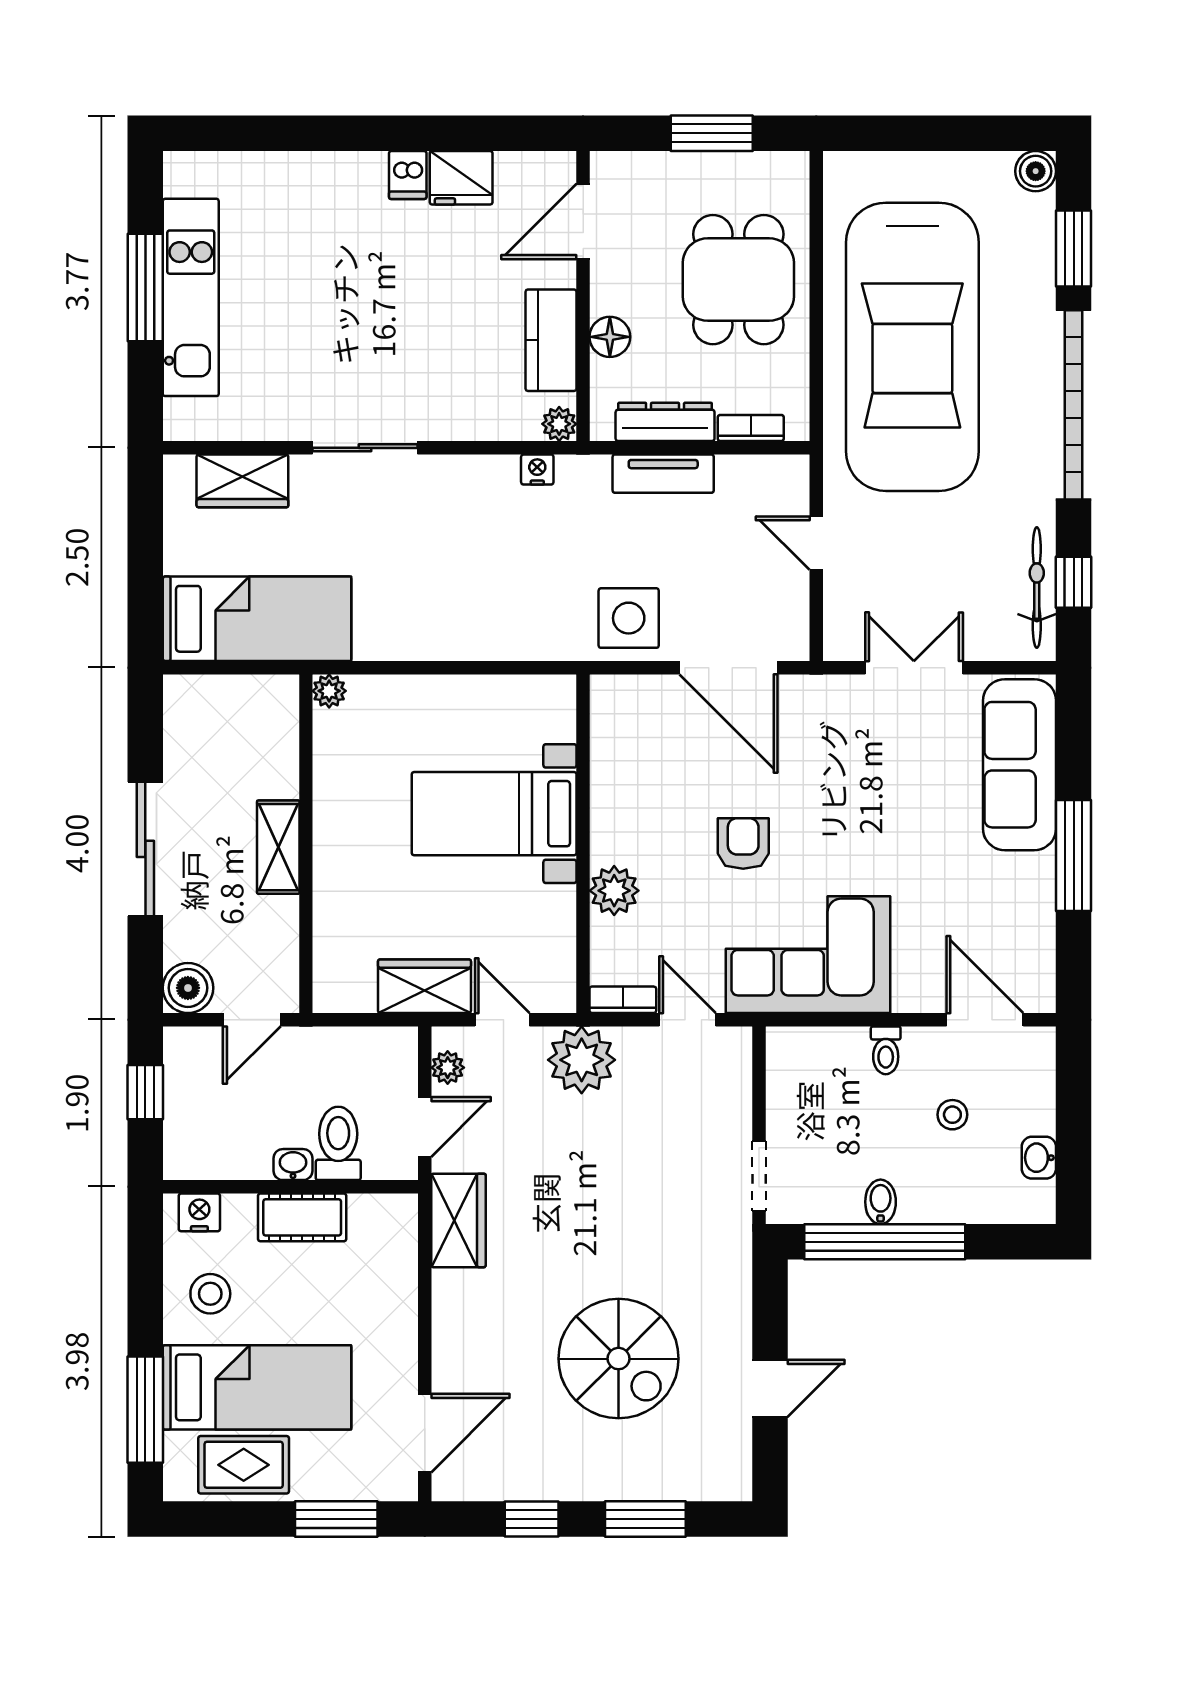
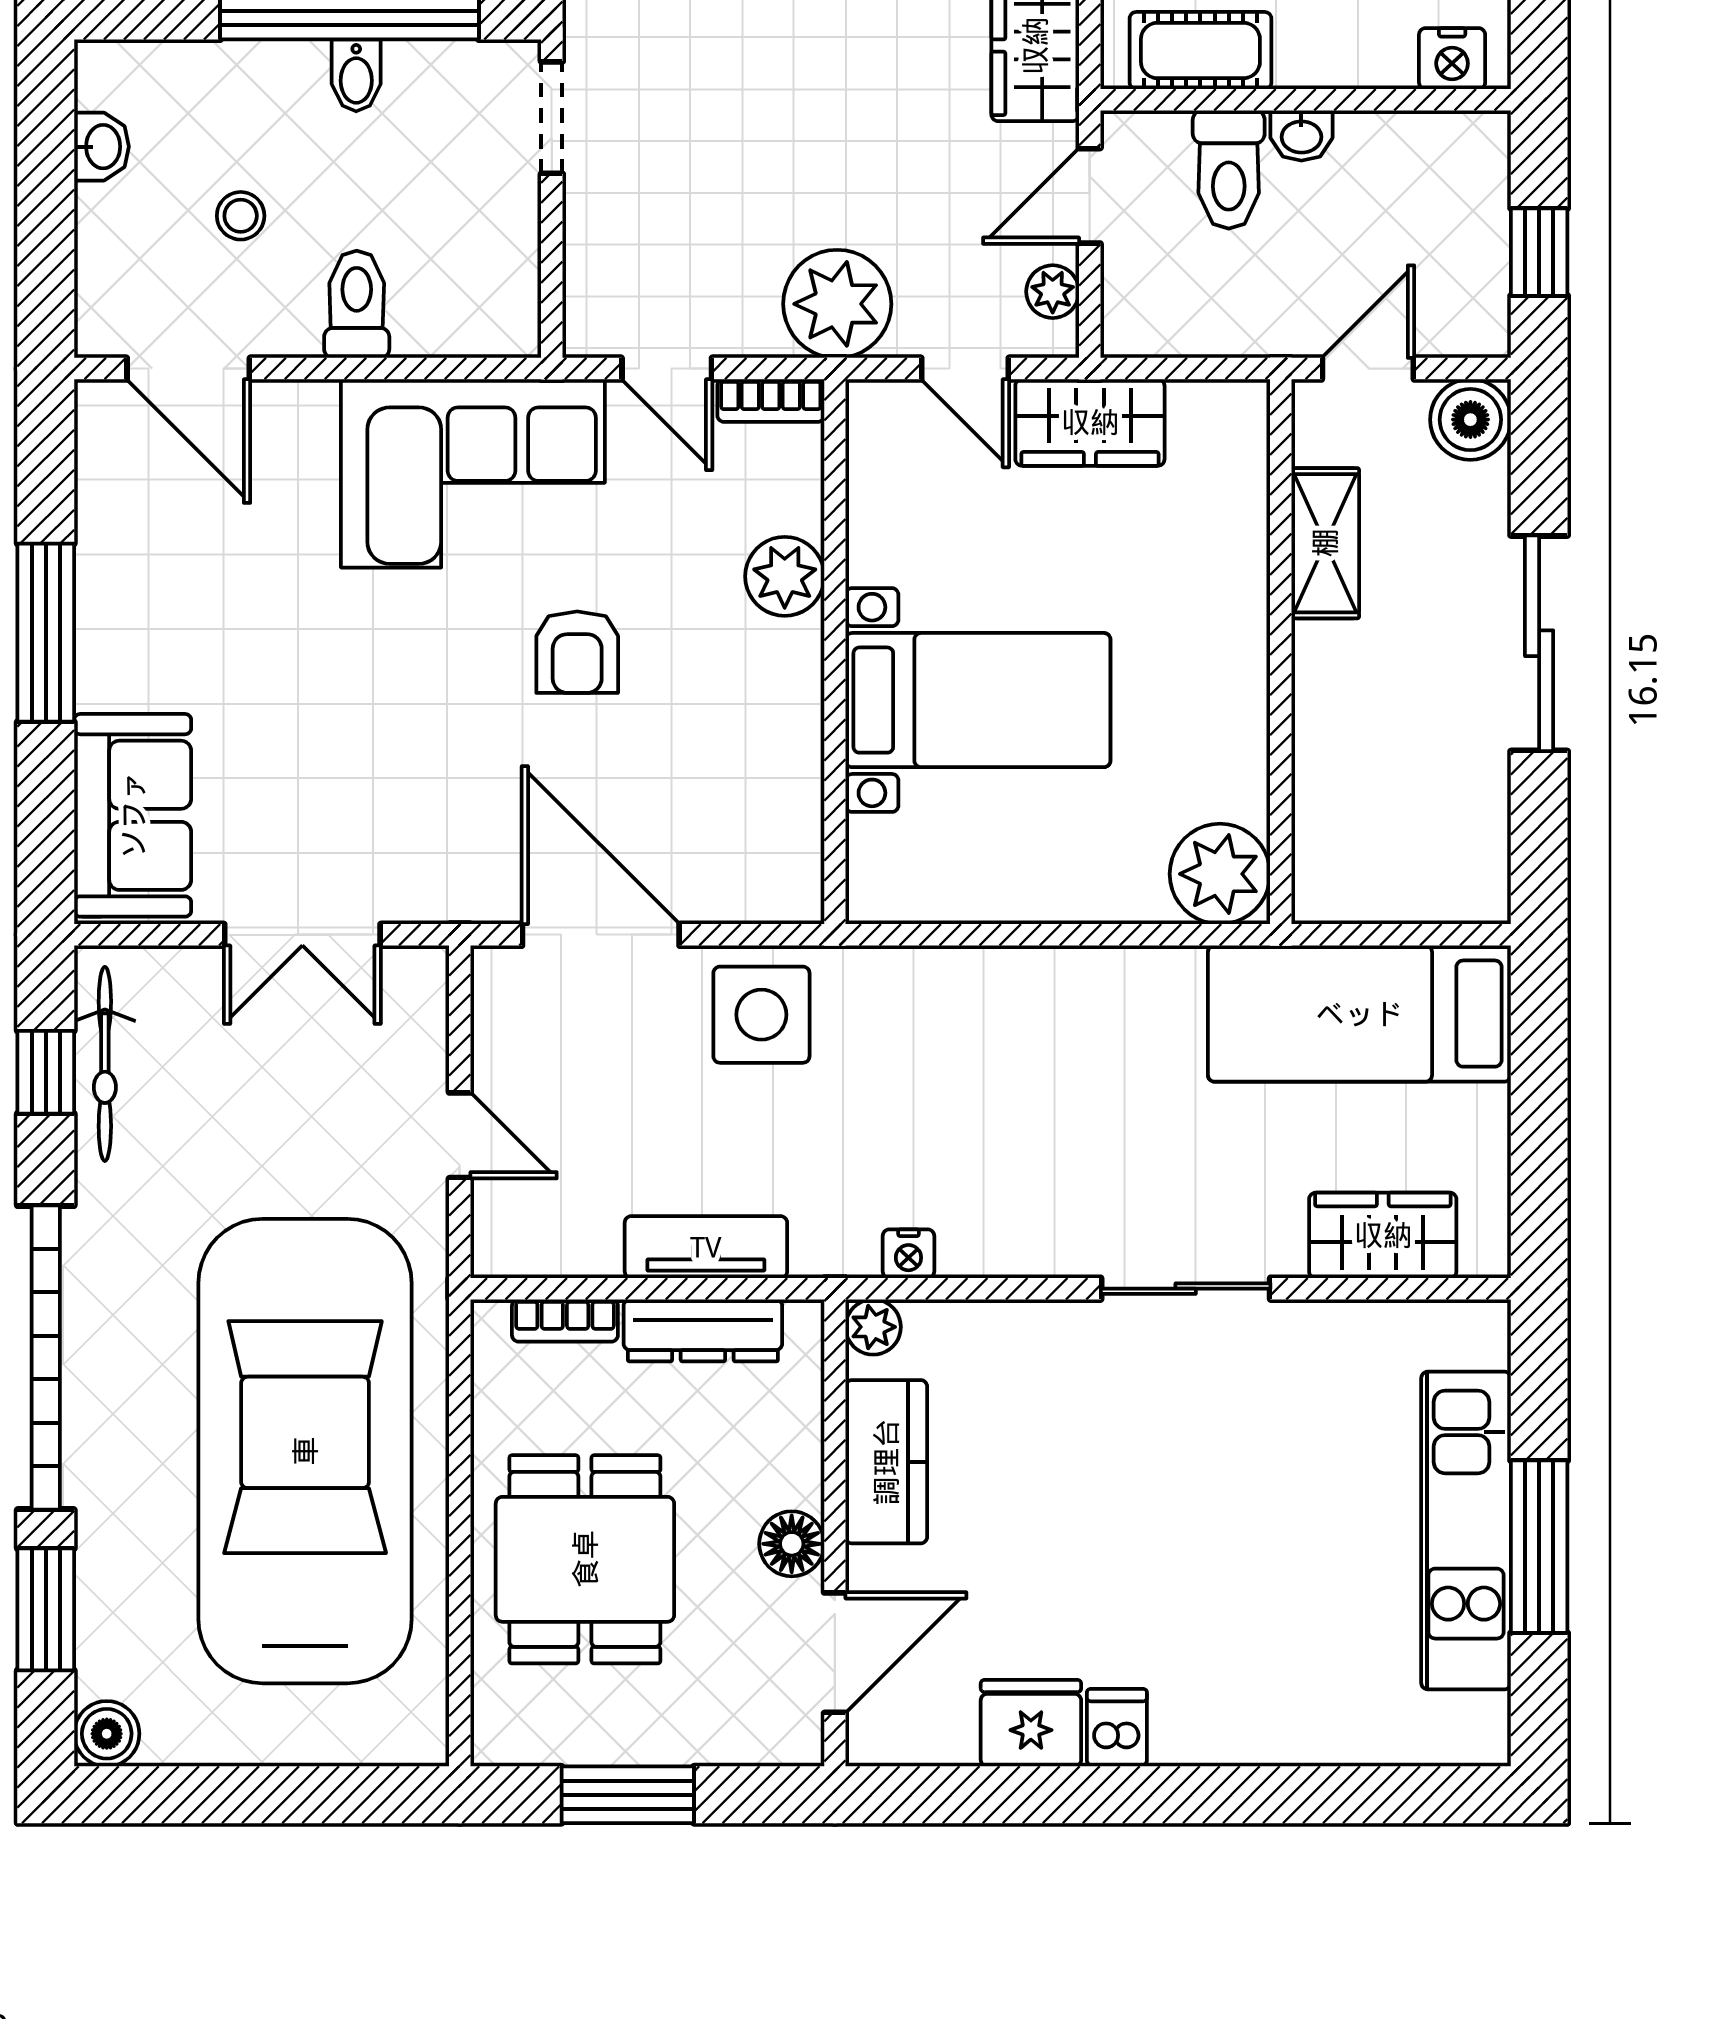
floor lamp: (610, 337) -> (792, 1544), moved
plant: (329, 691) -> (1220, 874), width x1.88, depth x1.88
sofa: (1020, 765) -> (133, 815), width x0.73
shelving: (278, 847) -> (1325, 543), moved
toilet: (886, 1050) -> (357, 304), width x1.37, depth x1.39
cot: (302, 1217) -> (1200, 51), moved

